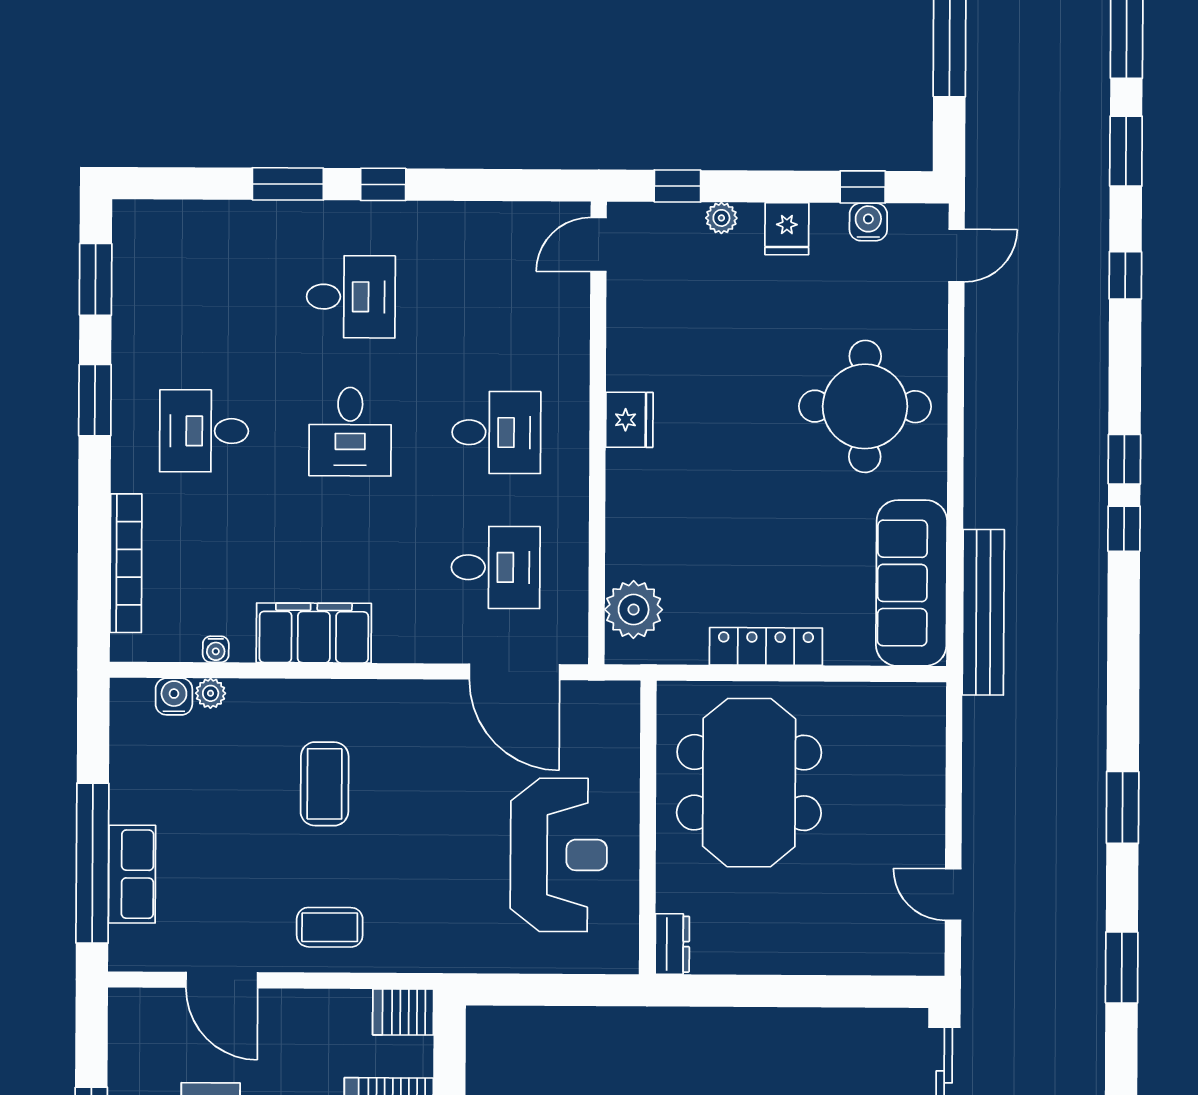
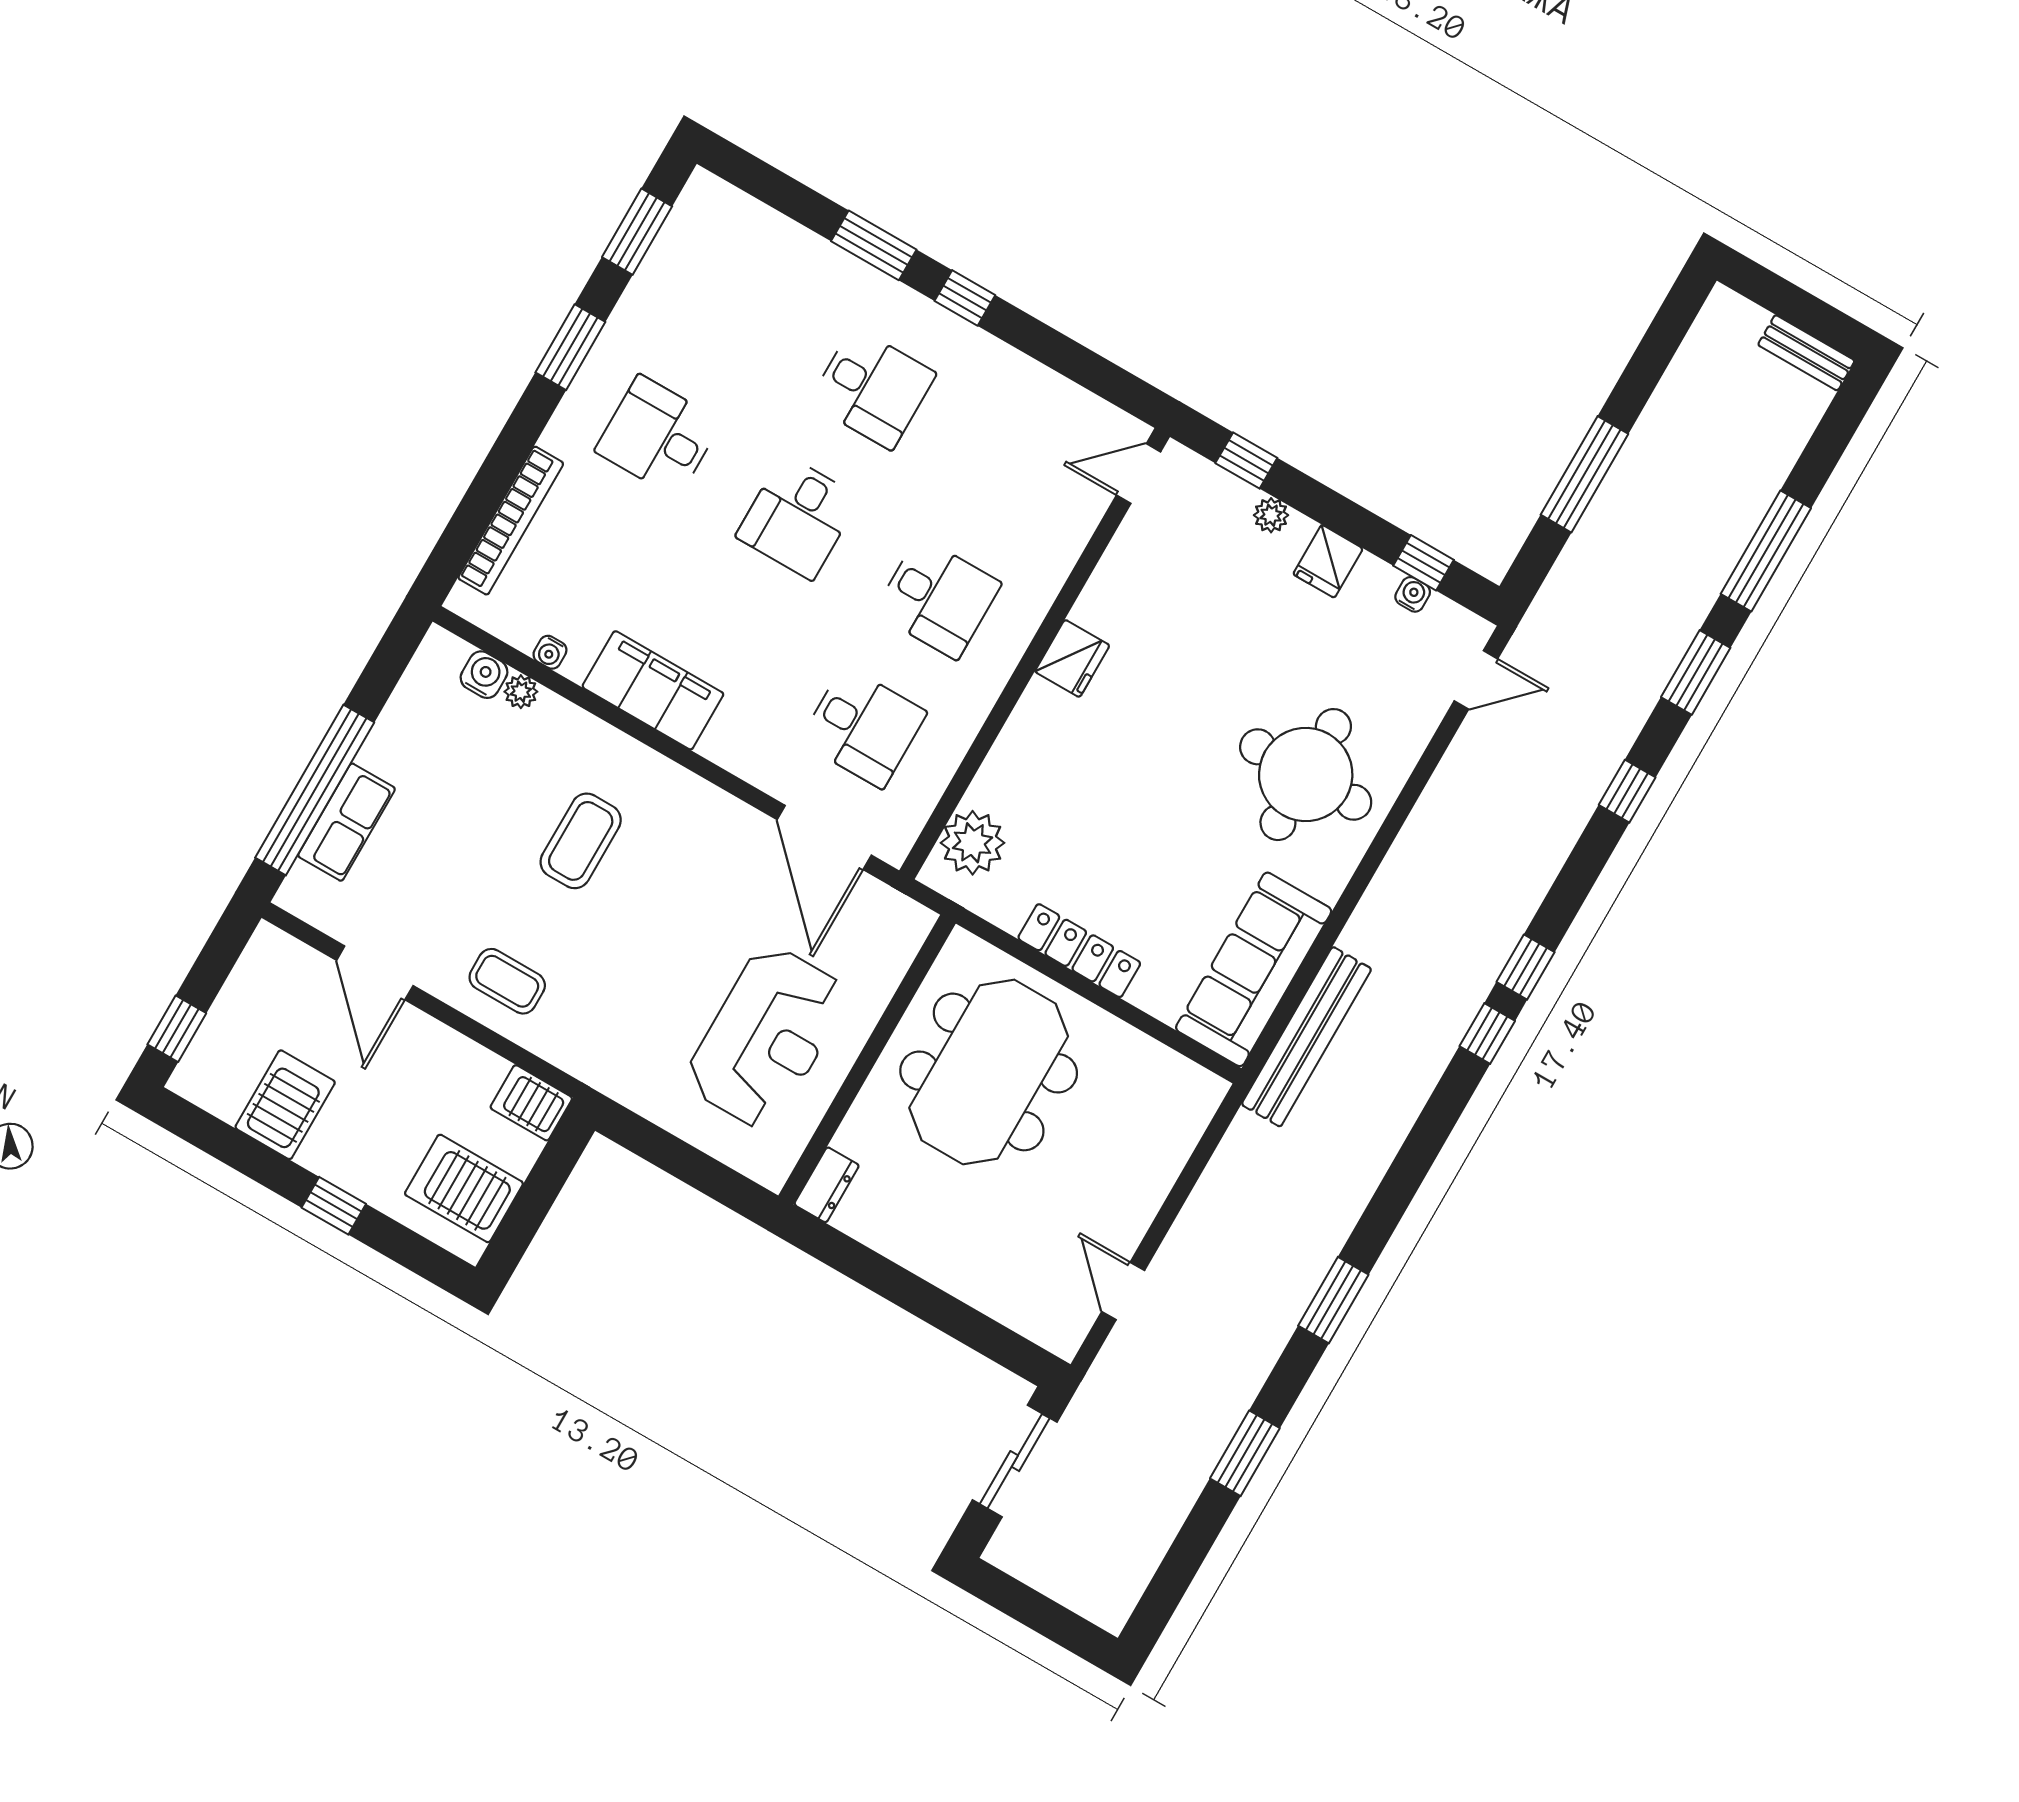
water cooler: (868, 222) -> (1413, 594), width x0.72, depth x0.72

